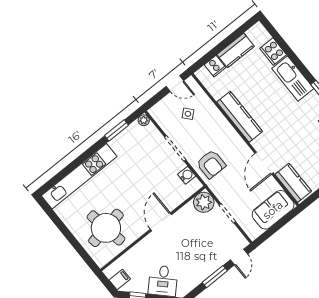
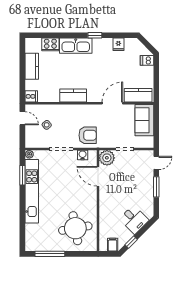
cooker: (215, 66) -> (31, 96), moved
door: (175, 84) -> (22, 118), hinge flipped
kitchen counter: (240, 117) -> (73, 96), width x0.67
door: (264, 163) -> (112, 103), swing flipped
kitchen unit: (79, 176) -> (32, 191), moved
door: (161, 222) -> (98, 176), moved
window: (59, 223) -> (50, 254), added
door: (239, 257) -> (156, 163), hinge flipped

